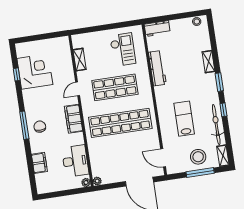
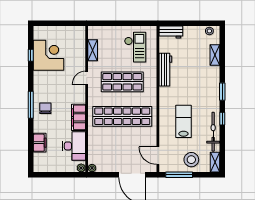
shelving: (208, 62) -> (215, 55), moved
filing cabinet: (74, 119) -> (79, 117), moved
window: (200, 172) -> (179, 175), moved

